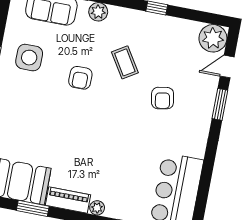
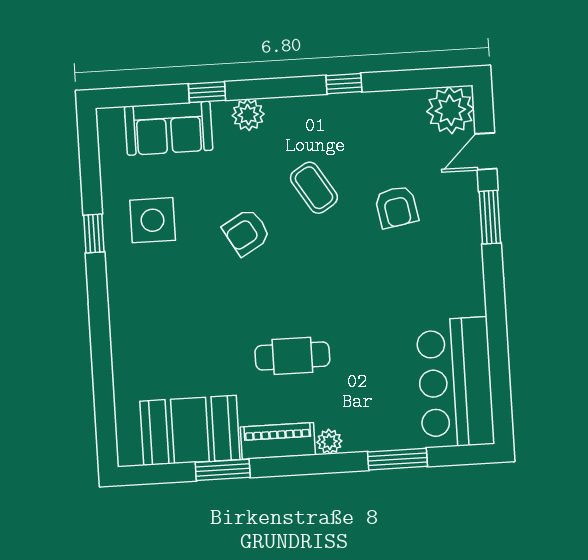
armchair: (80, 78) -> (246, 232), turned 60
armchair: (163, 98) -> (396, 207), moved
cafe table: (88, 154) -> (292, 356), added

